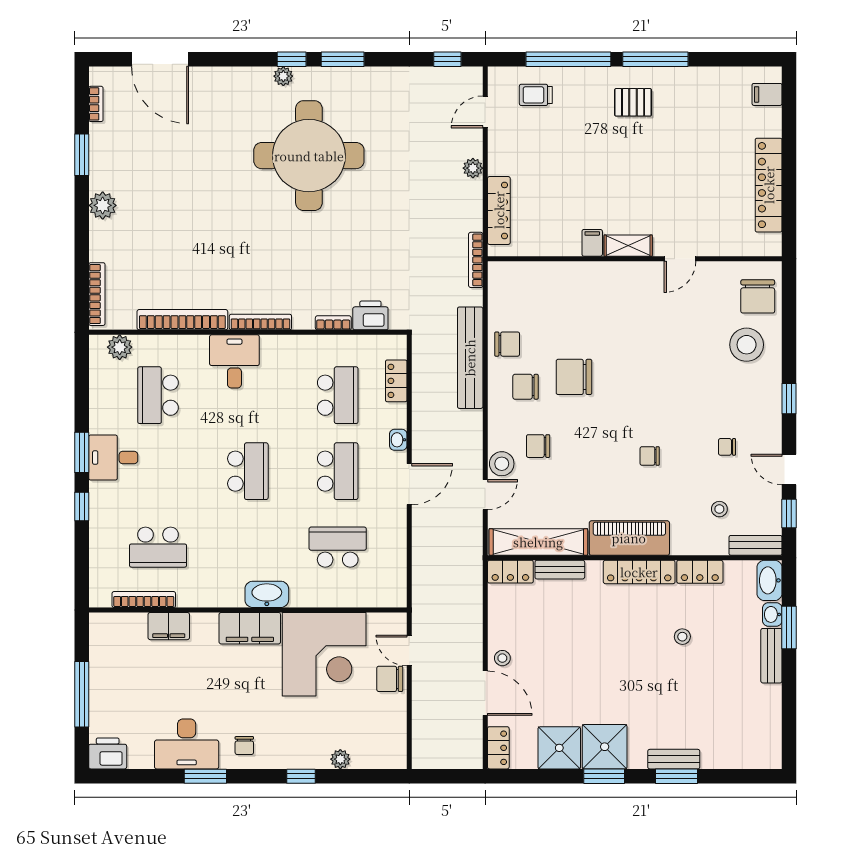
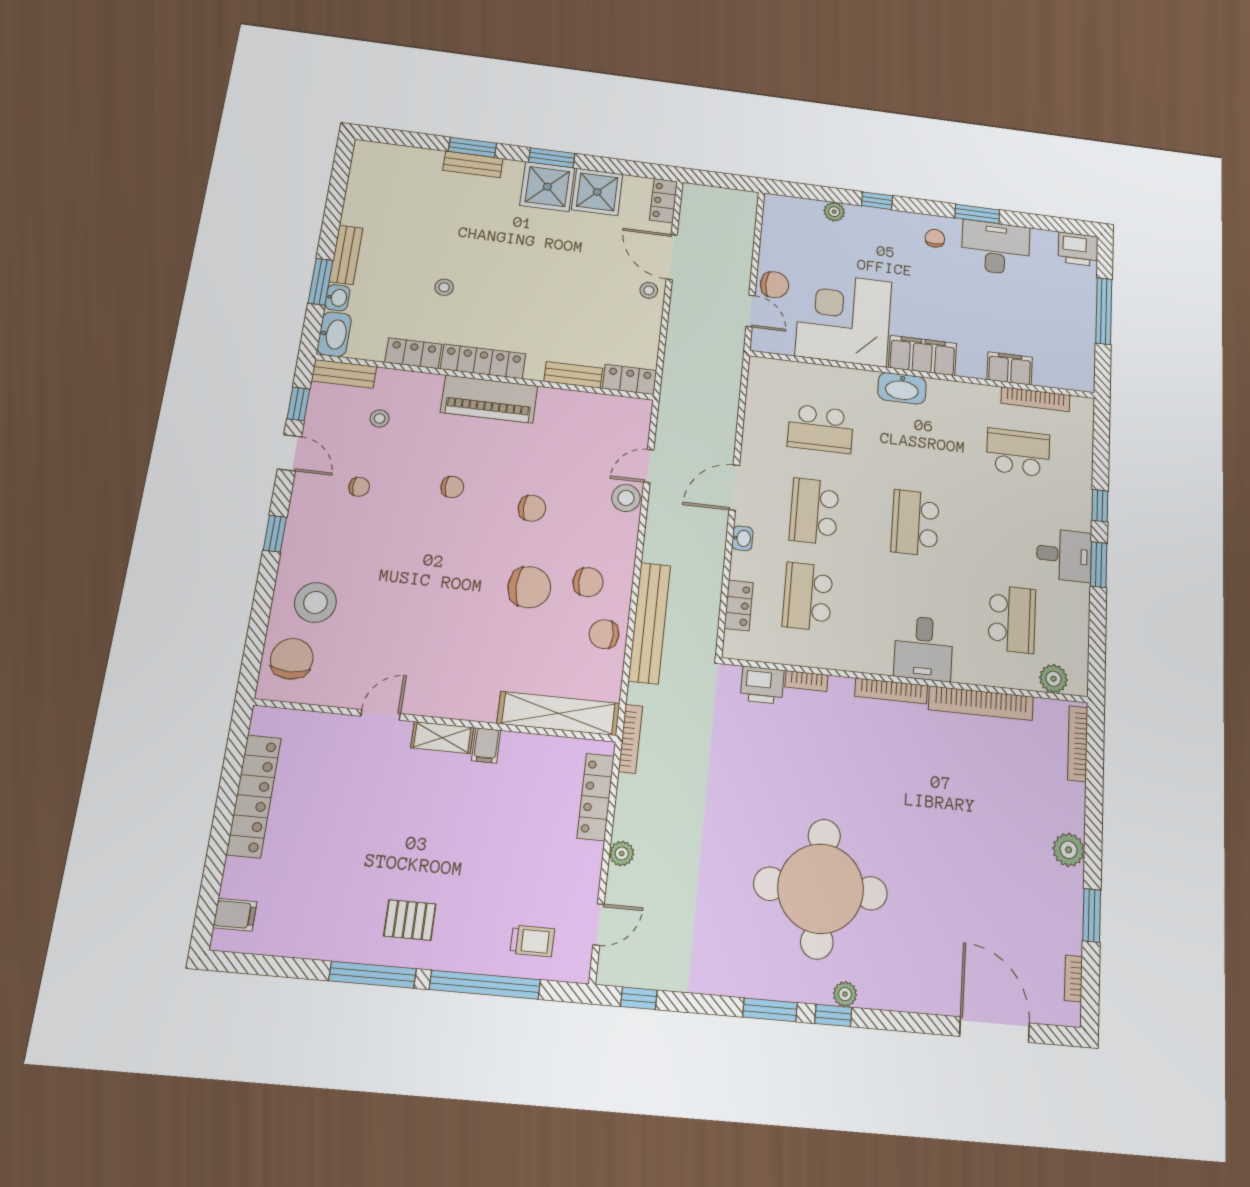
chair: (538, 446) -> (532, 508), moved
shelving: (538, 542) -> (559, 713), moved

